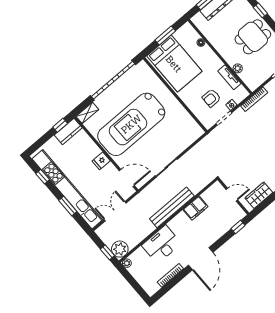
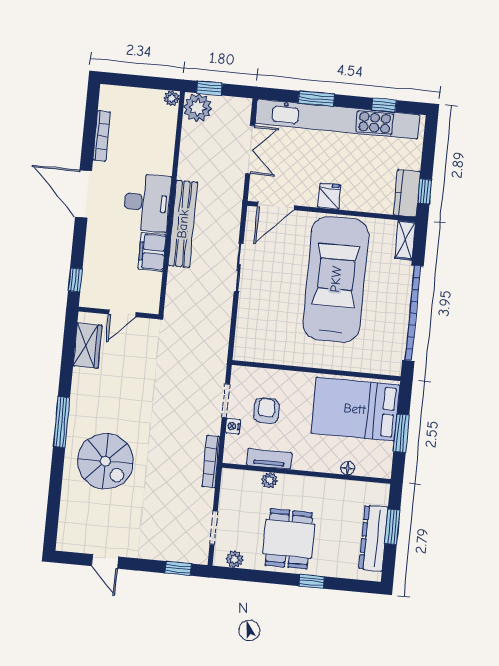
desk: (162, 244) -> (147, 203), moved

